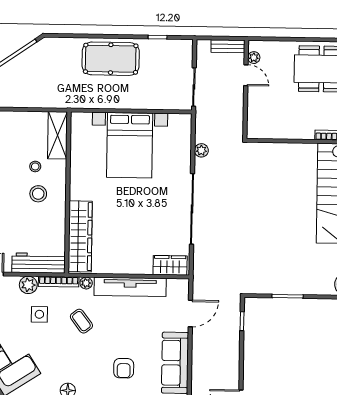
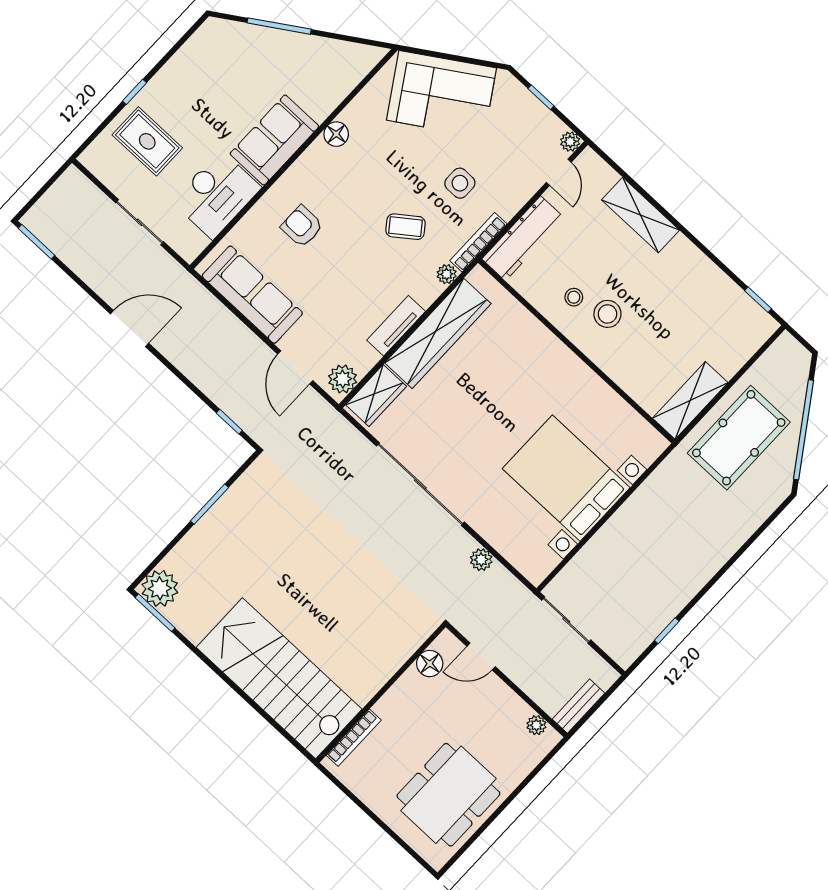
pool table: (111, 59) -> (739, 438), moved
door: (246, 75) -> (481, 656), moved
floor lamp: (270, 131) -> (430, 664), added
shelving: (58, 135) -> (690, 400), moved, turned 90
stool: (35, 166) -> (574, 297), moved
wardrobe: (80, 236) -> (438, 333), moved, turned -90
plant: (28, 285) -> (343, 379), moved
tv unit: (130, 287) -> (396, 326), width x0.52, depth x0.78

